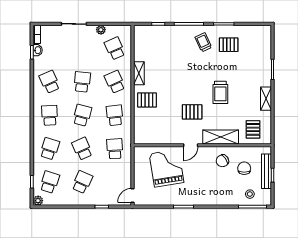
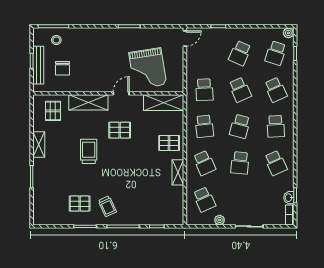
shelving: (152, 137) -> (164, 103), added
school desk: (50, 149) -> (276, 90), turned -42
chair: (222, 161) -> (86, 76), removed

